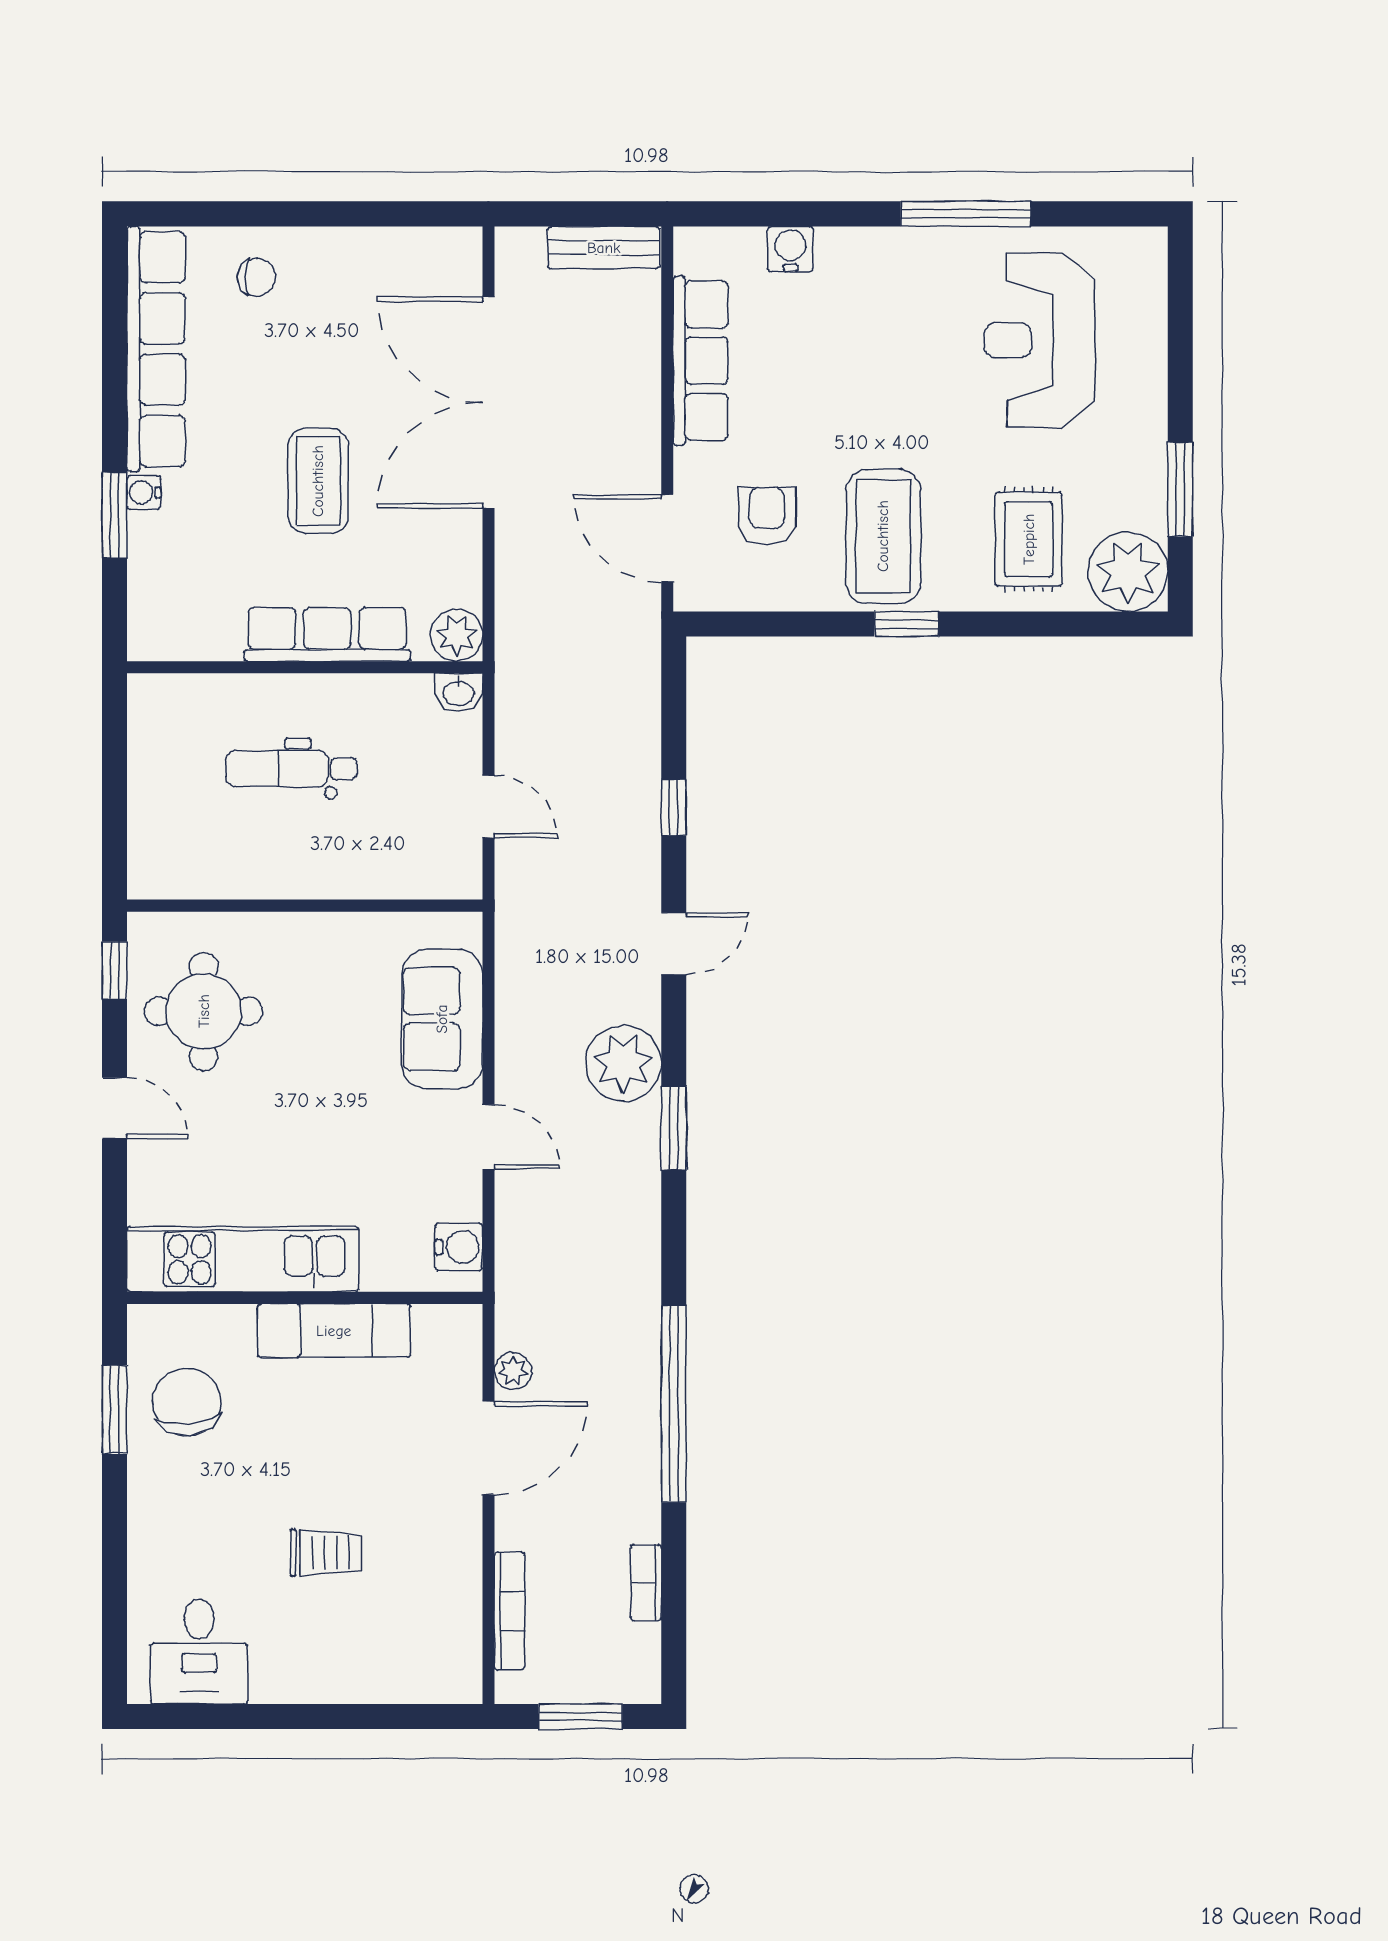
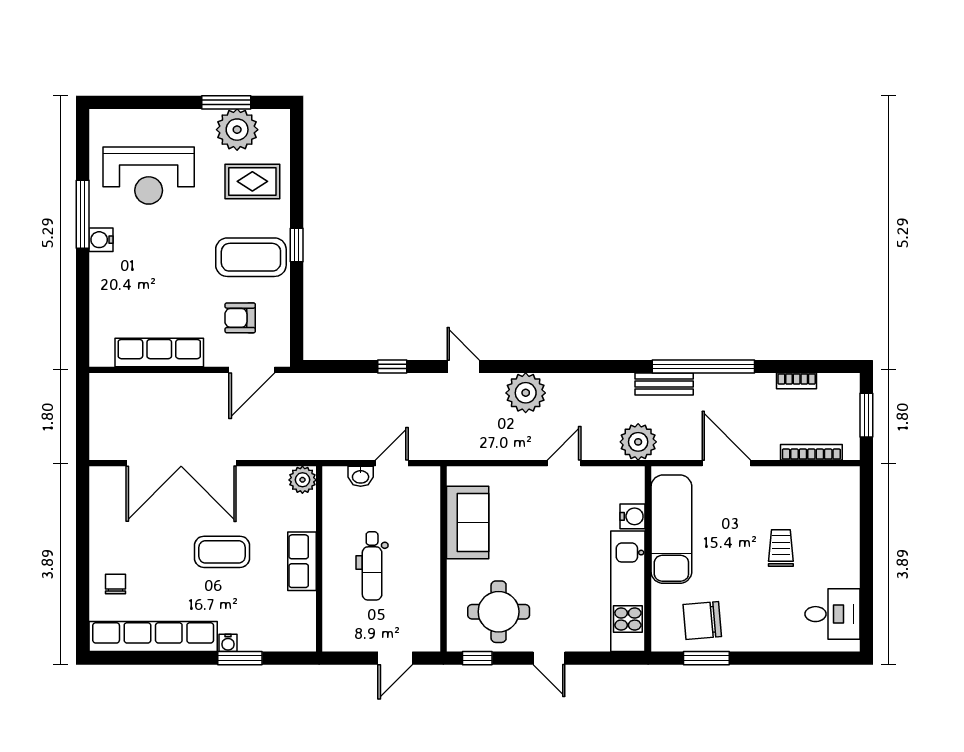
bench: (604, 248) -> (664, 384), moved, turned 90
water cooler: (791, 249) -> (101, 240), moved
plant: (1128, 572) -> (237, 130), moved
row of seats: (327, 634) -> (302, 561), width x0.68
washbasin: (459, 693) -> (361, 476), moved, turned 90
door: (115, 813) -> (395, 658), added
sofa: (442, 1019) -> (468, 523), moved, turned -90
door: (115, 1108) -> (549, 658), swing flipped
window: (674, 1128) -> (559, 367), removed
water cooler: (459, 1247) -> (633, 516), moved, turned 90
exam couch: (334, 1331) -> (671, 529), width x1.36, depth x1.45
plant: (513, 1371) -> (638, 442), moved, width x1.88, depth x1.88

